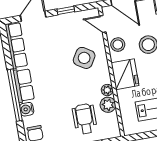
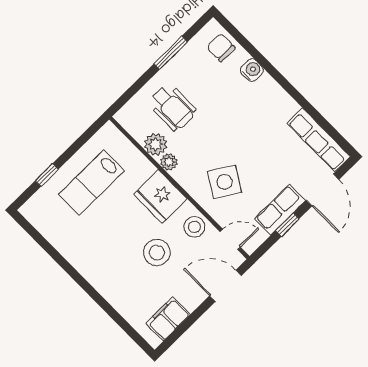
row of seats: (24, 85) -> (280, 210), moved, turned 90
window: (15, 95) -> (278, 77), removed

